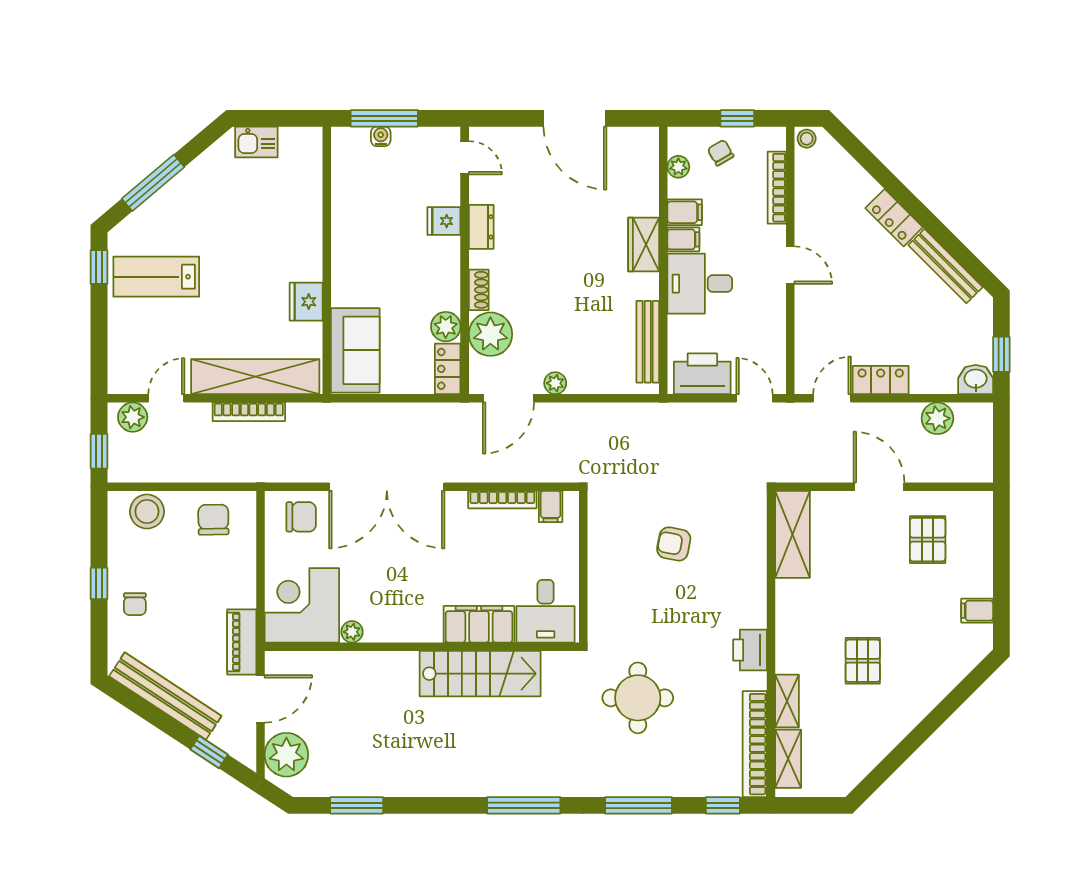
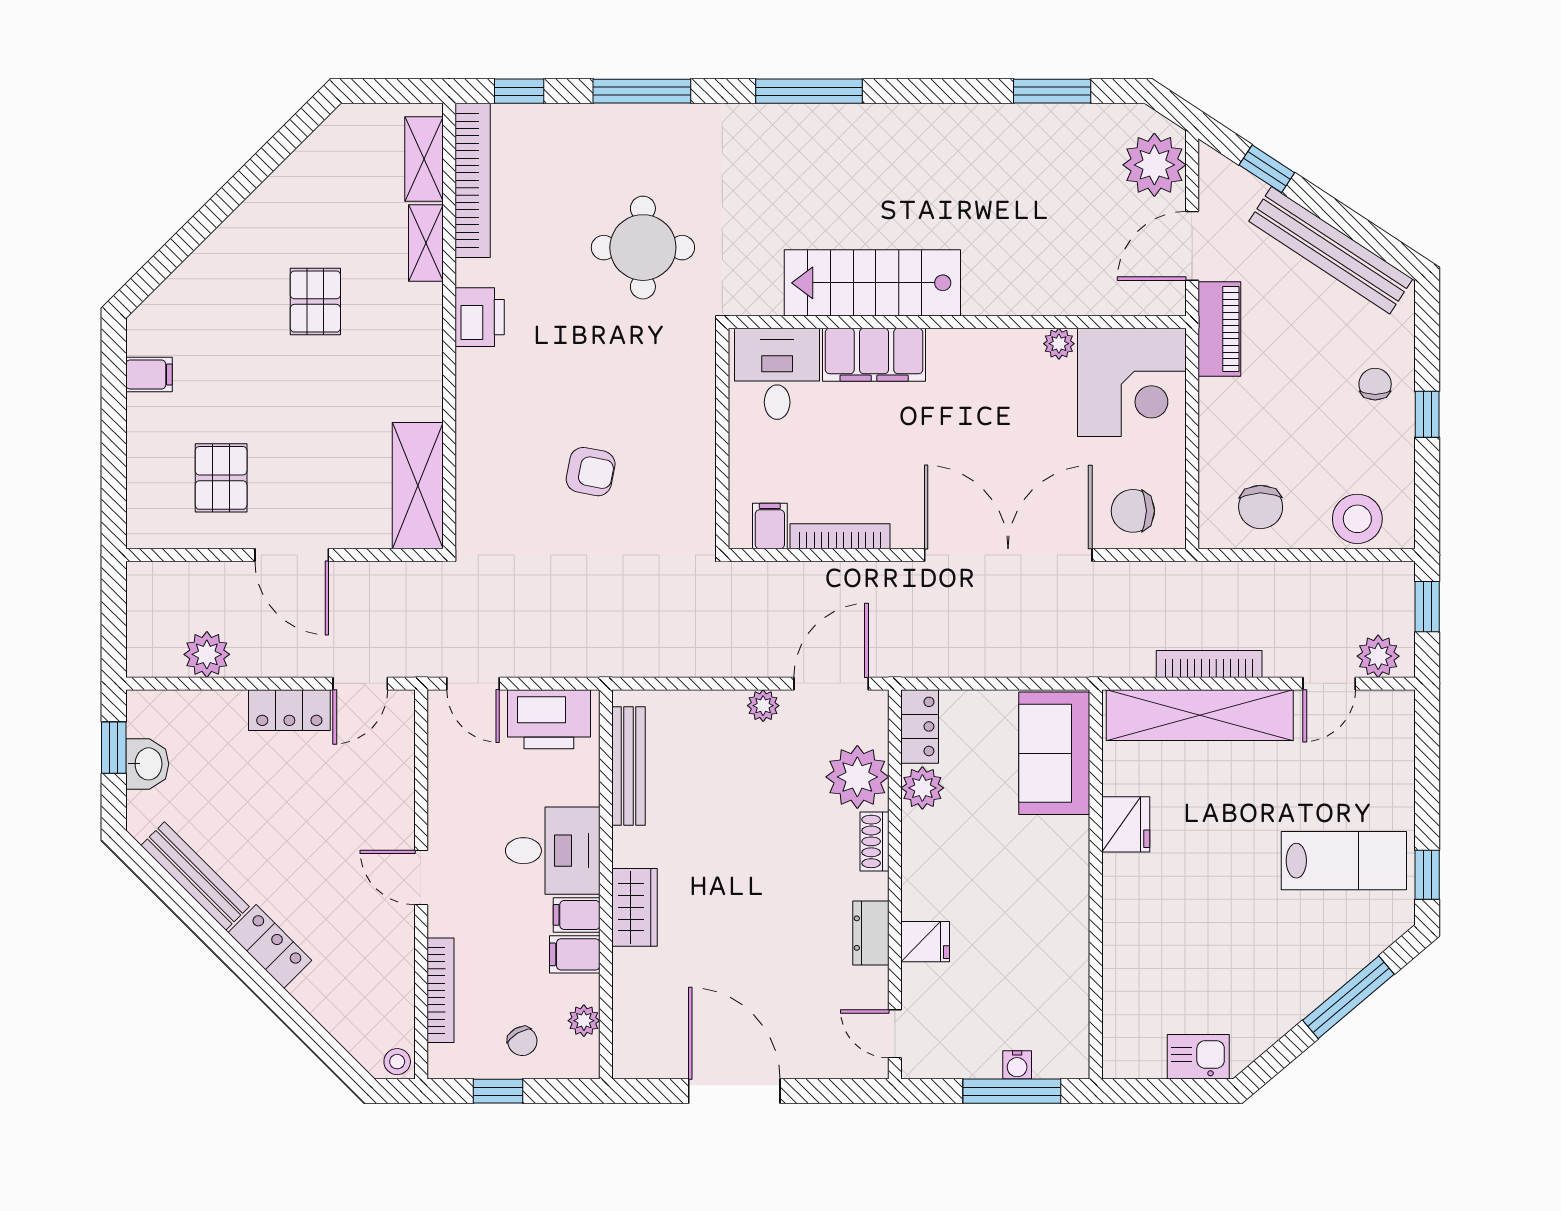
washbasin: (976, 379) -> (147, 764), moved, turned -90

